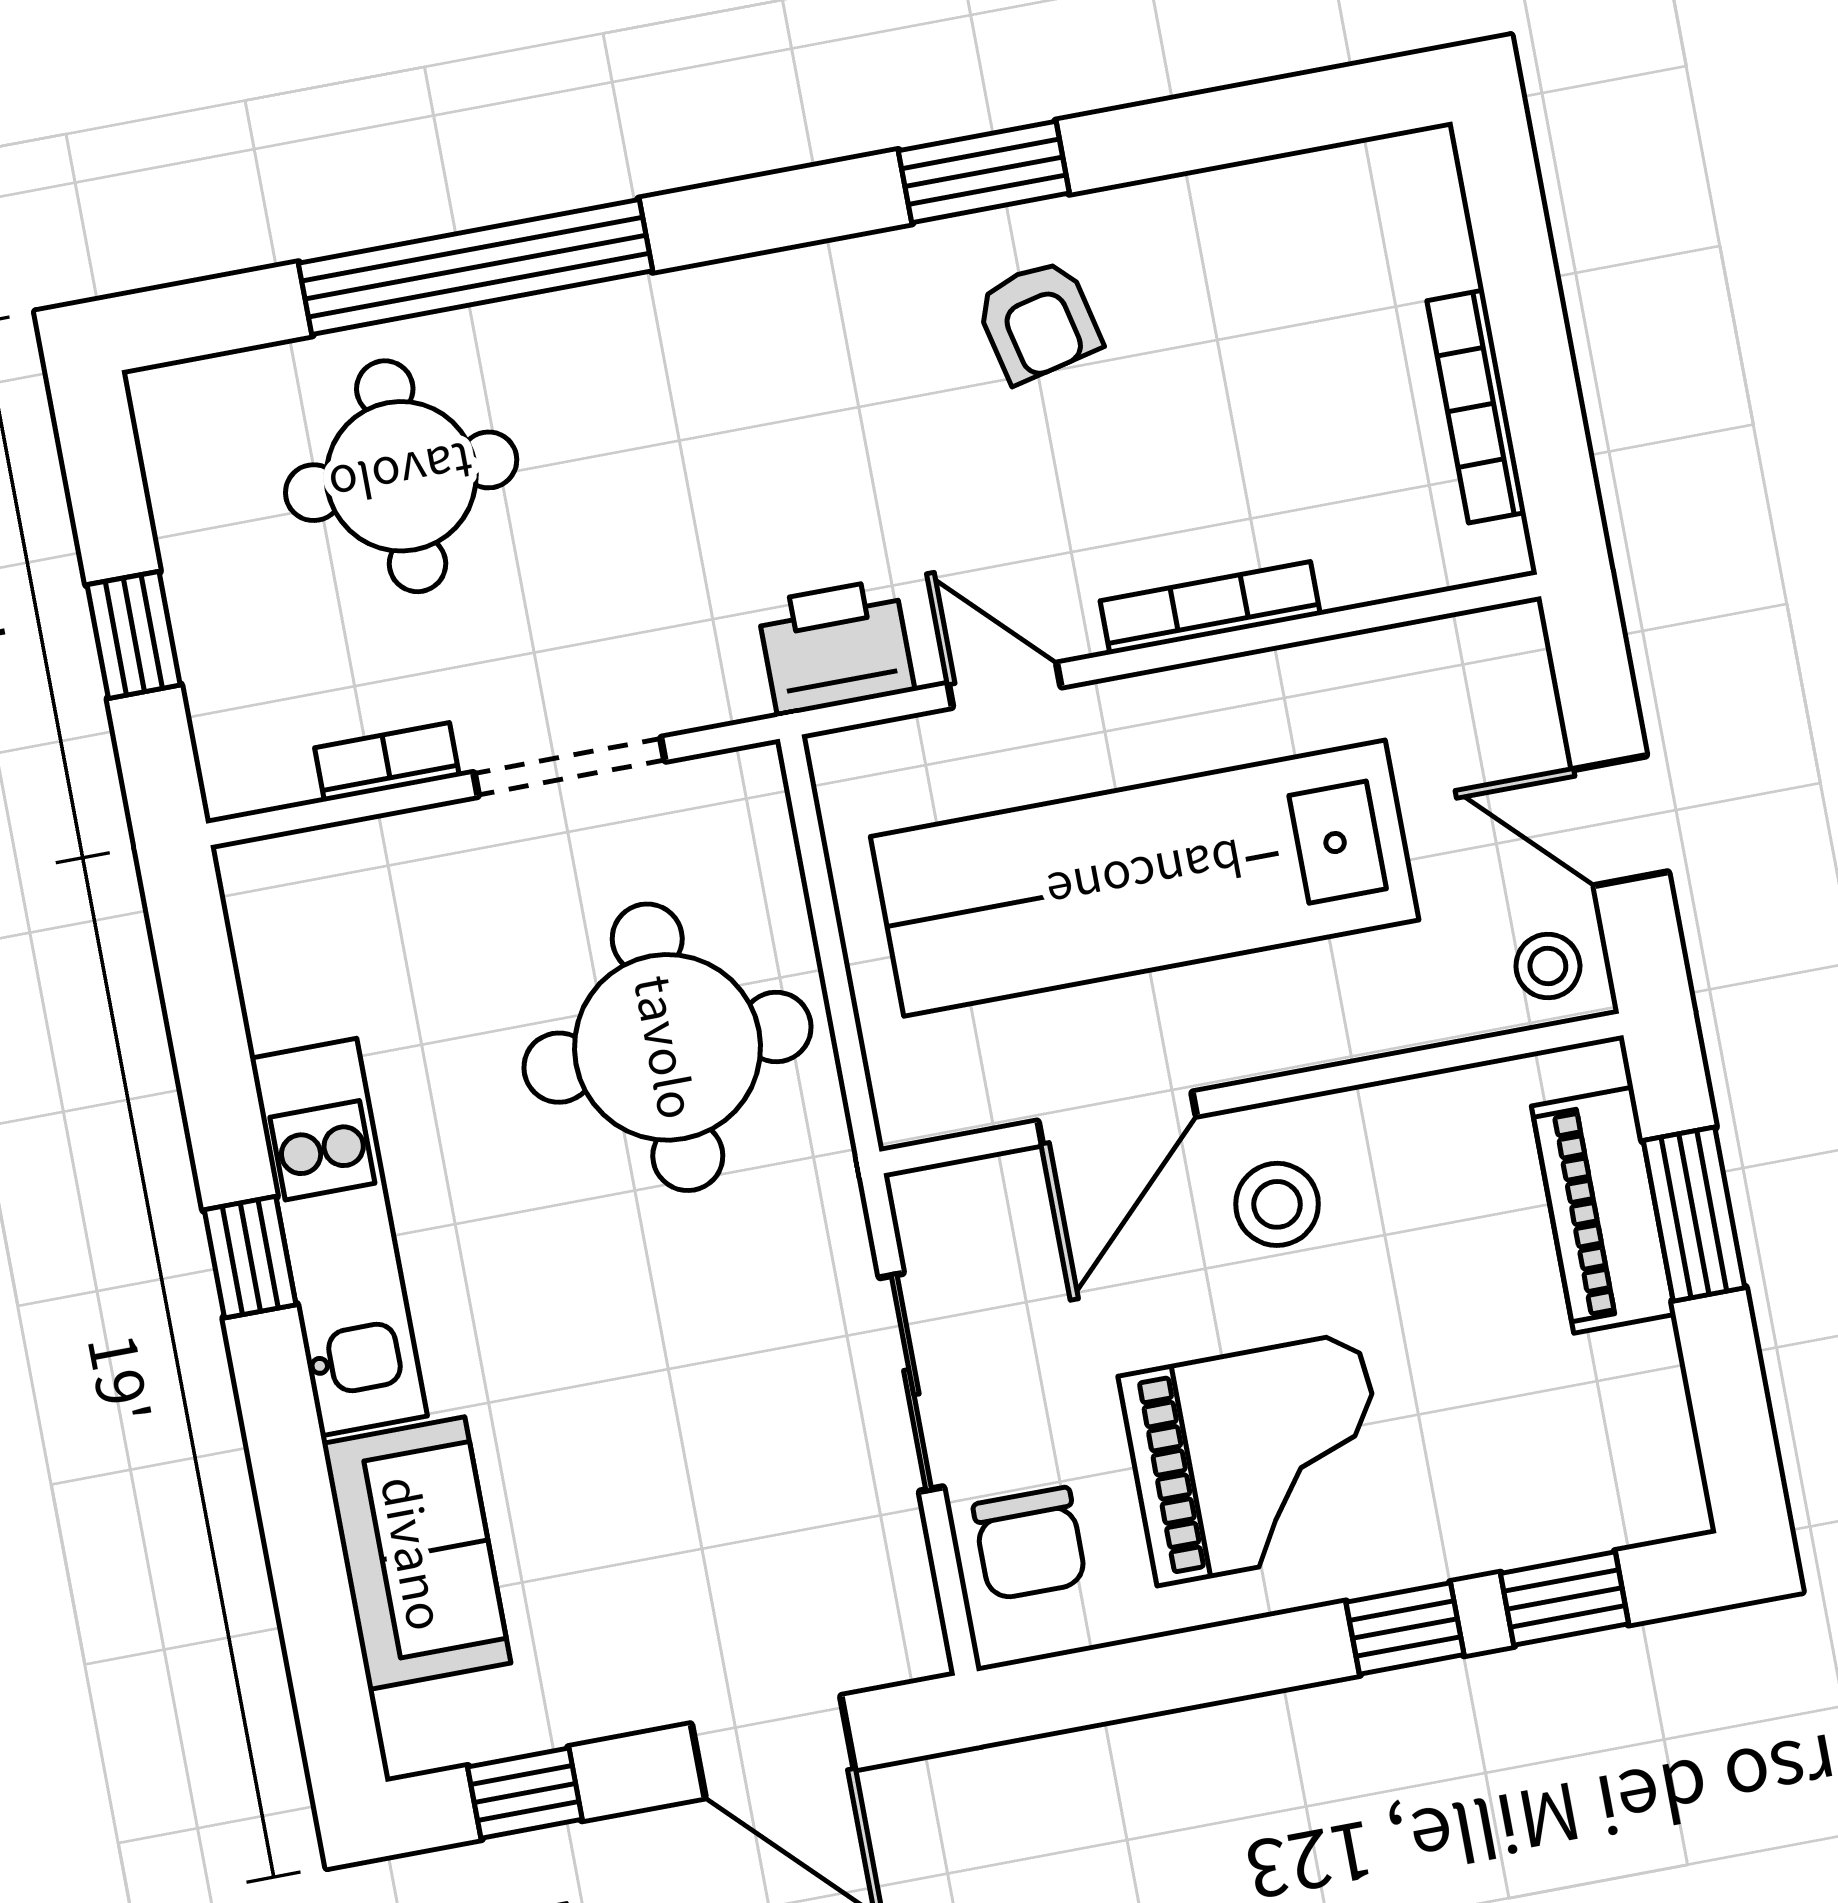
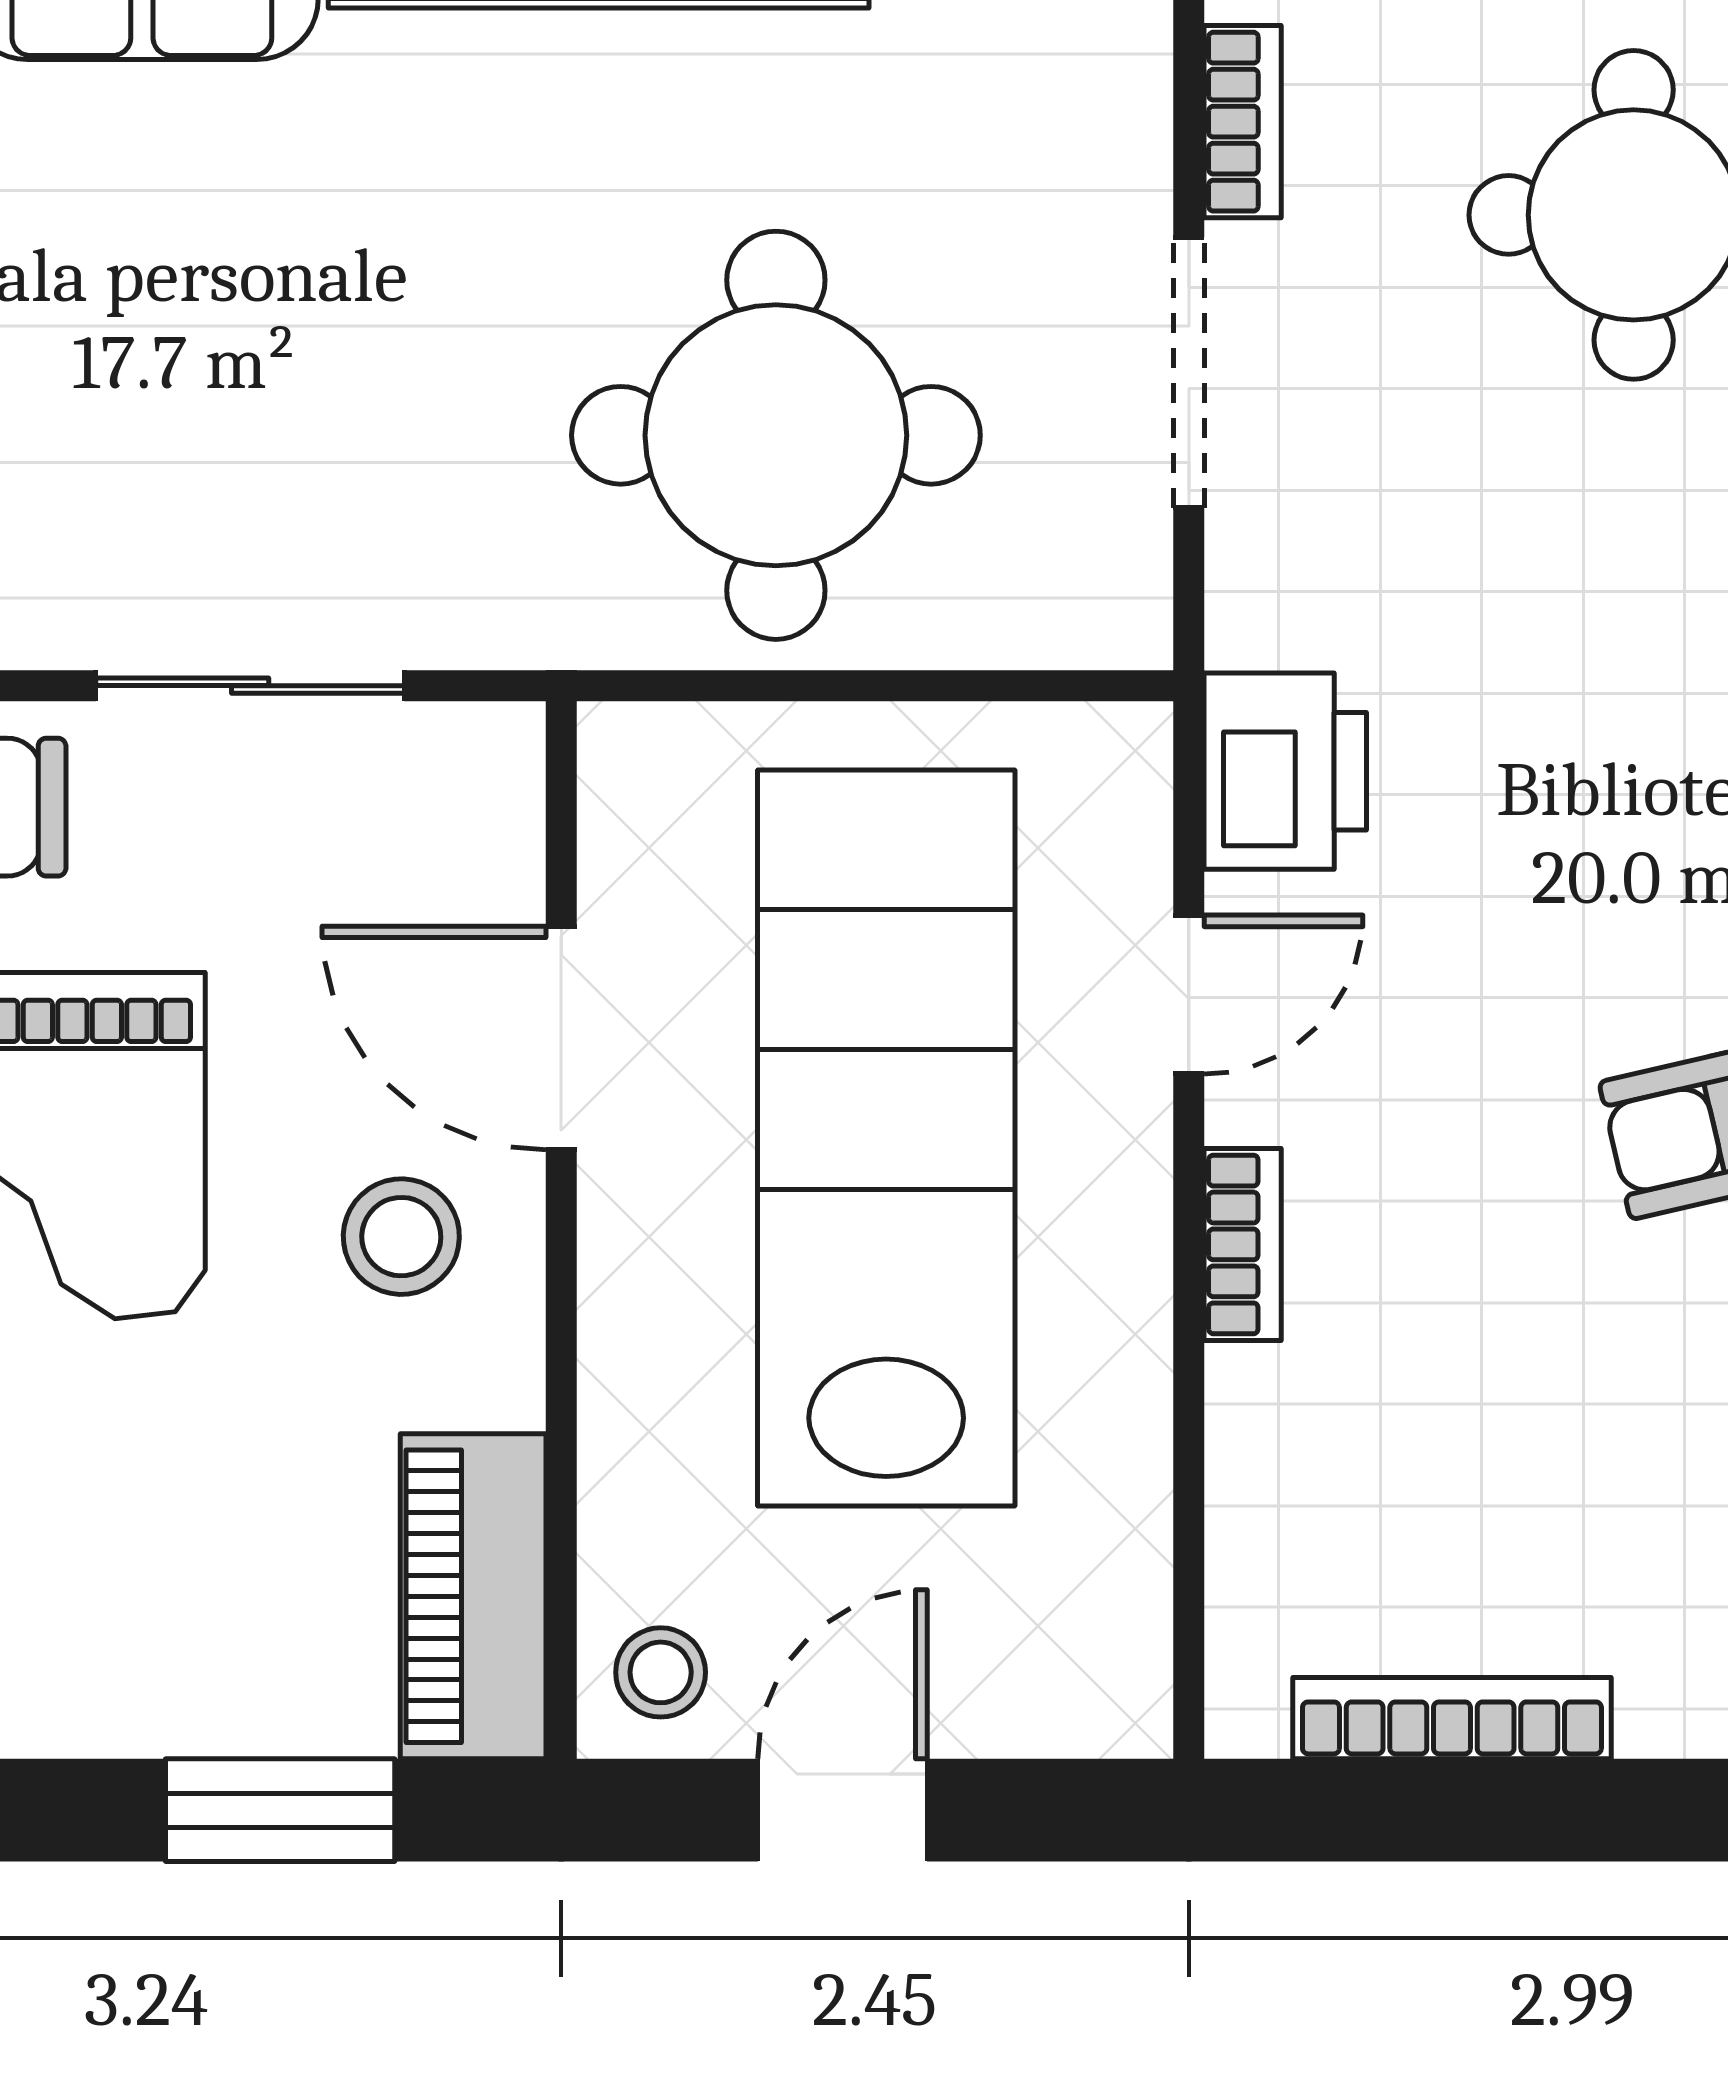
bookcase: (1210, 608) -> (1243, 1244), width x0.64
piano: (1604, 1210) -> (473, 1596), moved, turned -90

